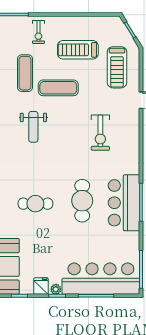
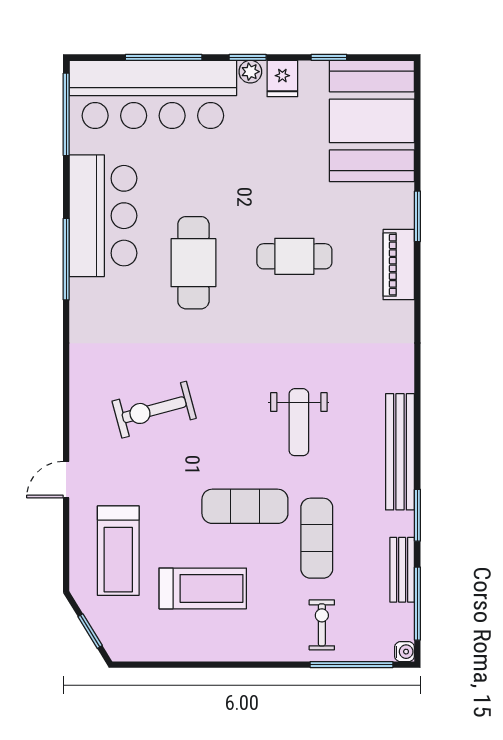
exercise bike: (38, 32) -> (322, 625), moved
treadmill: (117, 67) -> (118, 551), turned 180
weight bench: (33, 127) -> (299, 422), turned 180
exercise bike: (100, 133) -> (154, 410), turned -105
bar counter: (124, 203) -> (103, 216), moved

